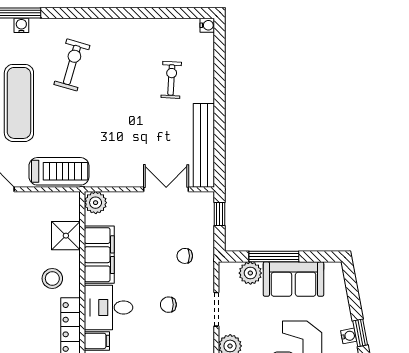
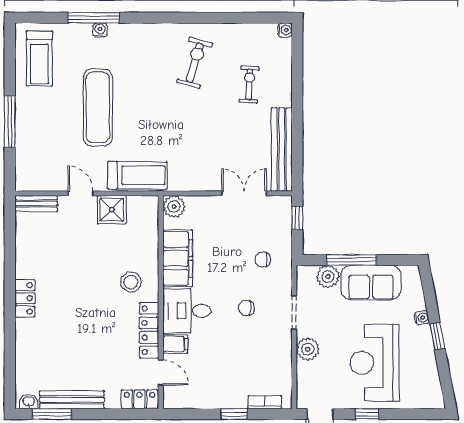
exercise bike: (72, 65) -> (195, 63), moved
shower: (66, 236) -> (112, 210), moved
water cooler: (349, 336) -> (422, 318), moved

